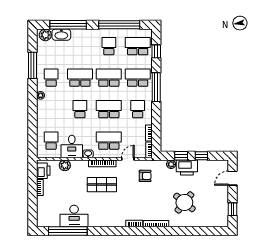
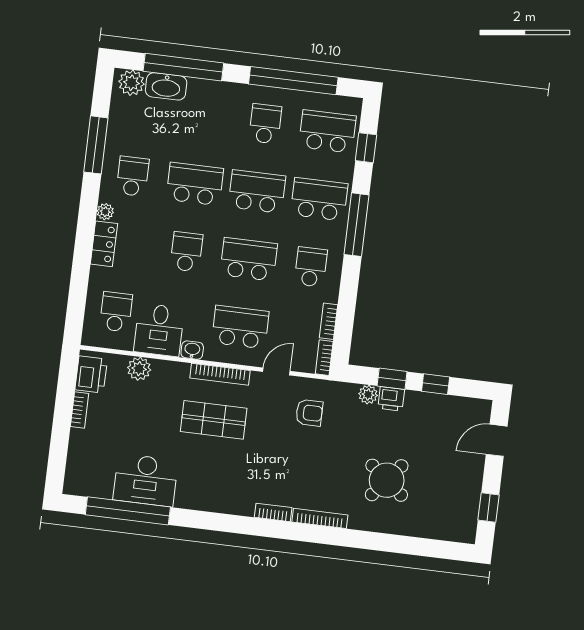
locker: (42, 110) -> (104, 244), added
printer: (187, 167) -> (391, 399), width x0.53, depth x0.68

